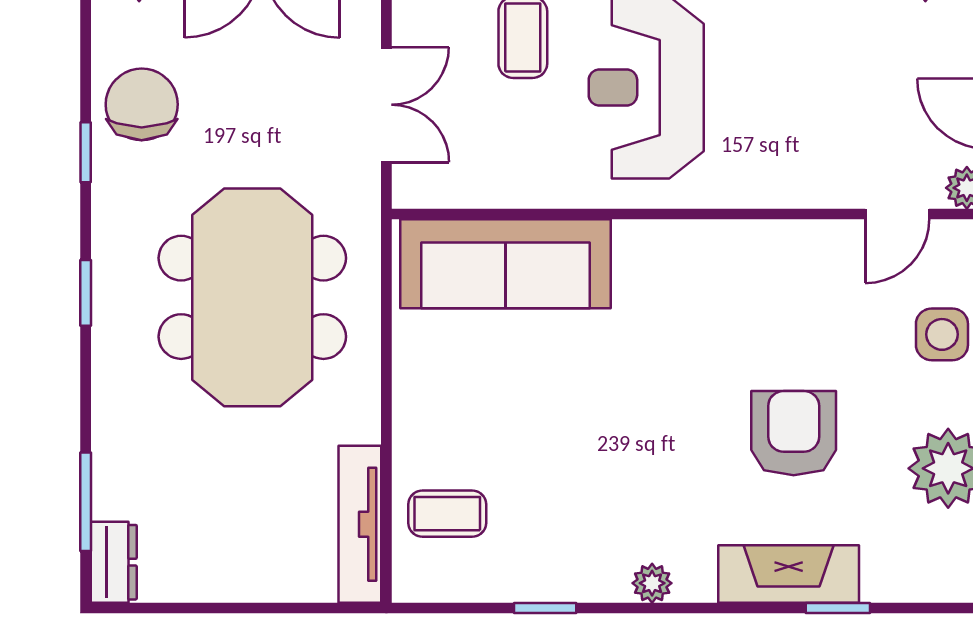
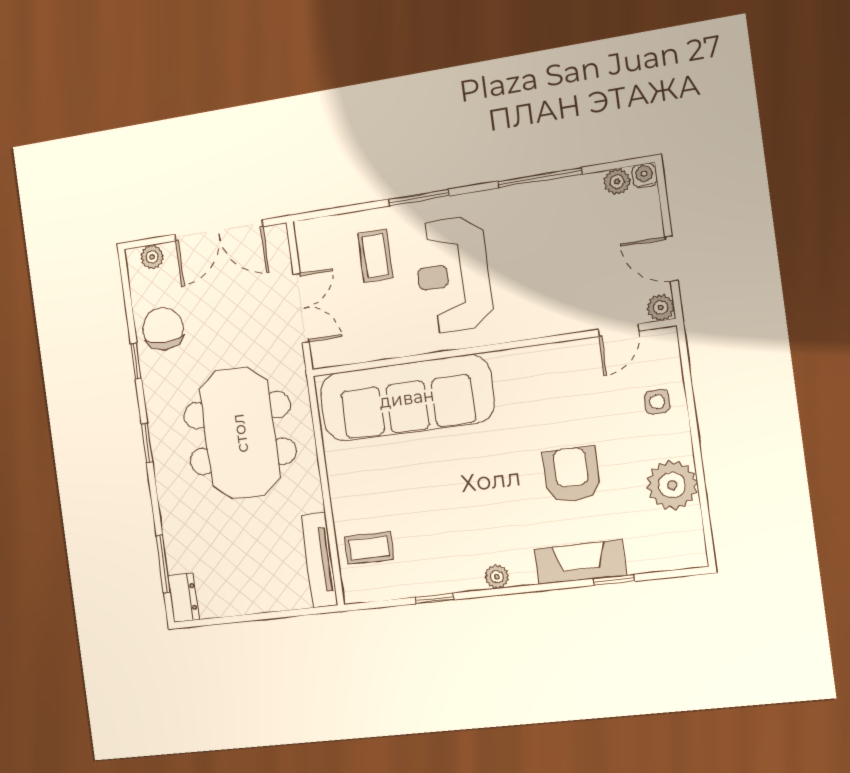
sofa: (505, 264) -> (407, 398), width x1.36, depth x1.27
side table: (942, 334) -> (657, 402), width x0.73, depth x0.73

